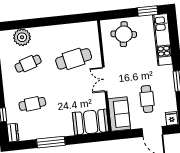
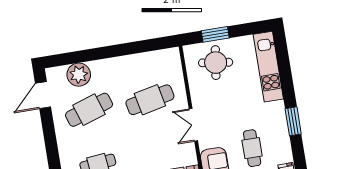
window: (148, 11) -> (215, 34), moved
cafe table: (28, 64) -> (89, 110), width x1.37, depth x1.35

